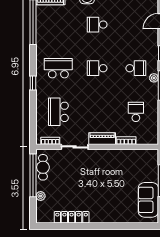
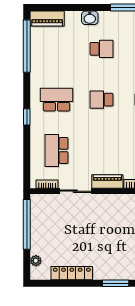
school desk: (97, 25) -> (102, 49), turned 180
cafe table: (43, 167) -> (39, 215), removed
plant: (41, 196) -> (36, 261), moved
window: (109, 226) -> (116, 283), added

